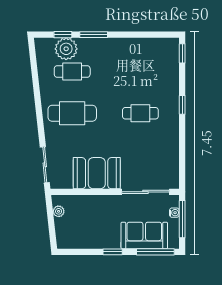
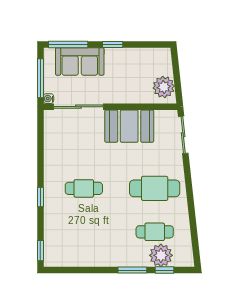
plant: (59, 211) -> (164, 87), width x1.88, depth x1.88
water cooler: (174, 213) -> (49, 99), moved

